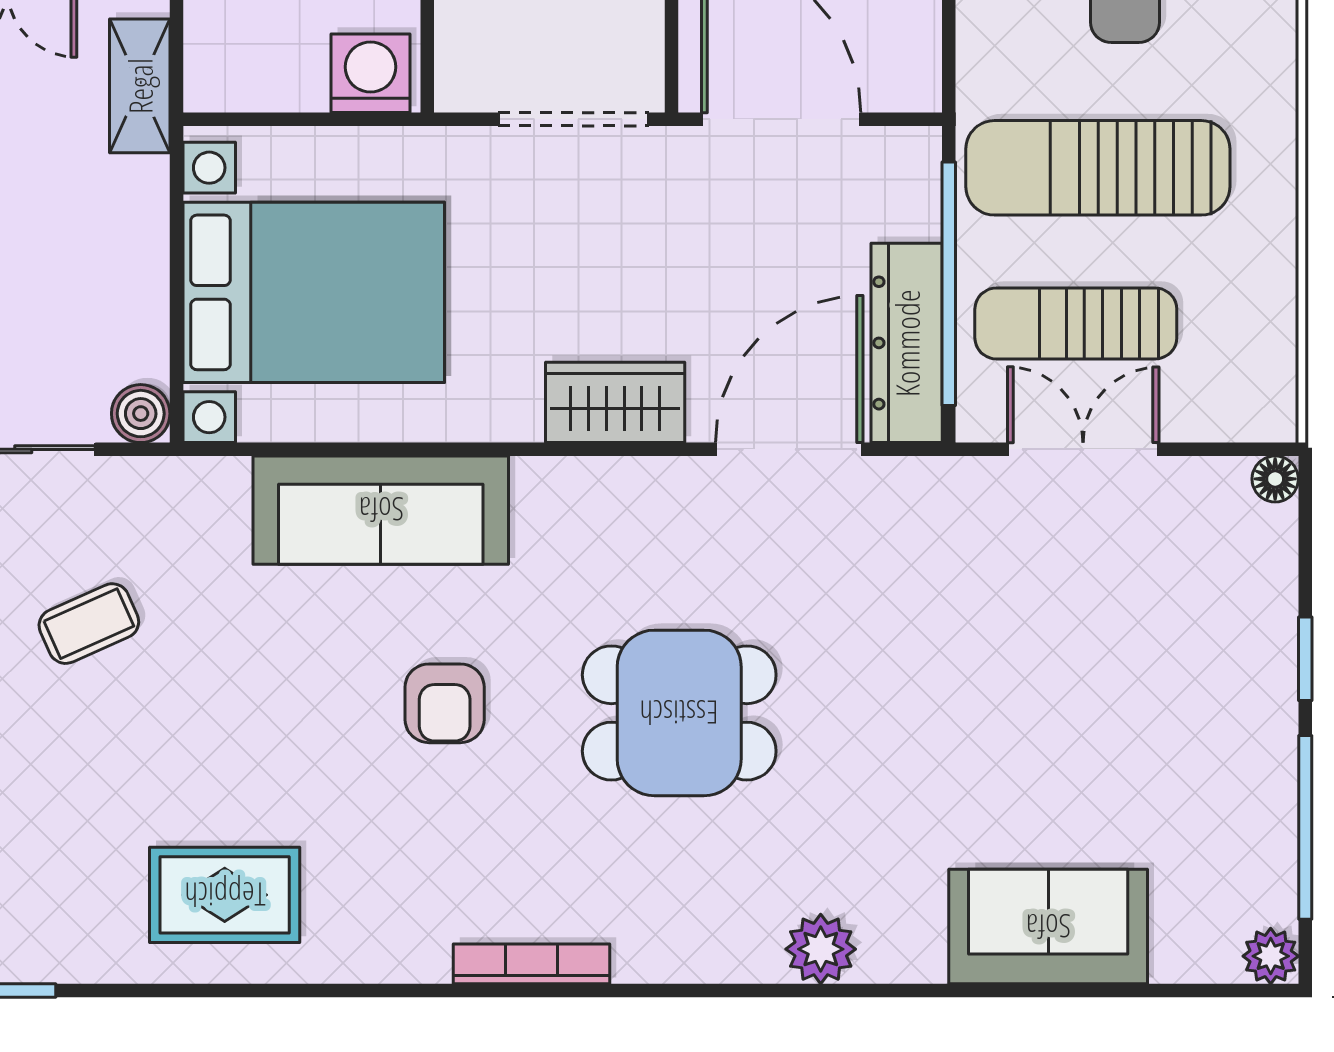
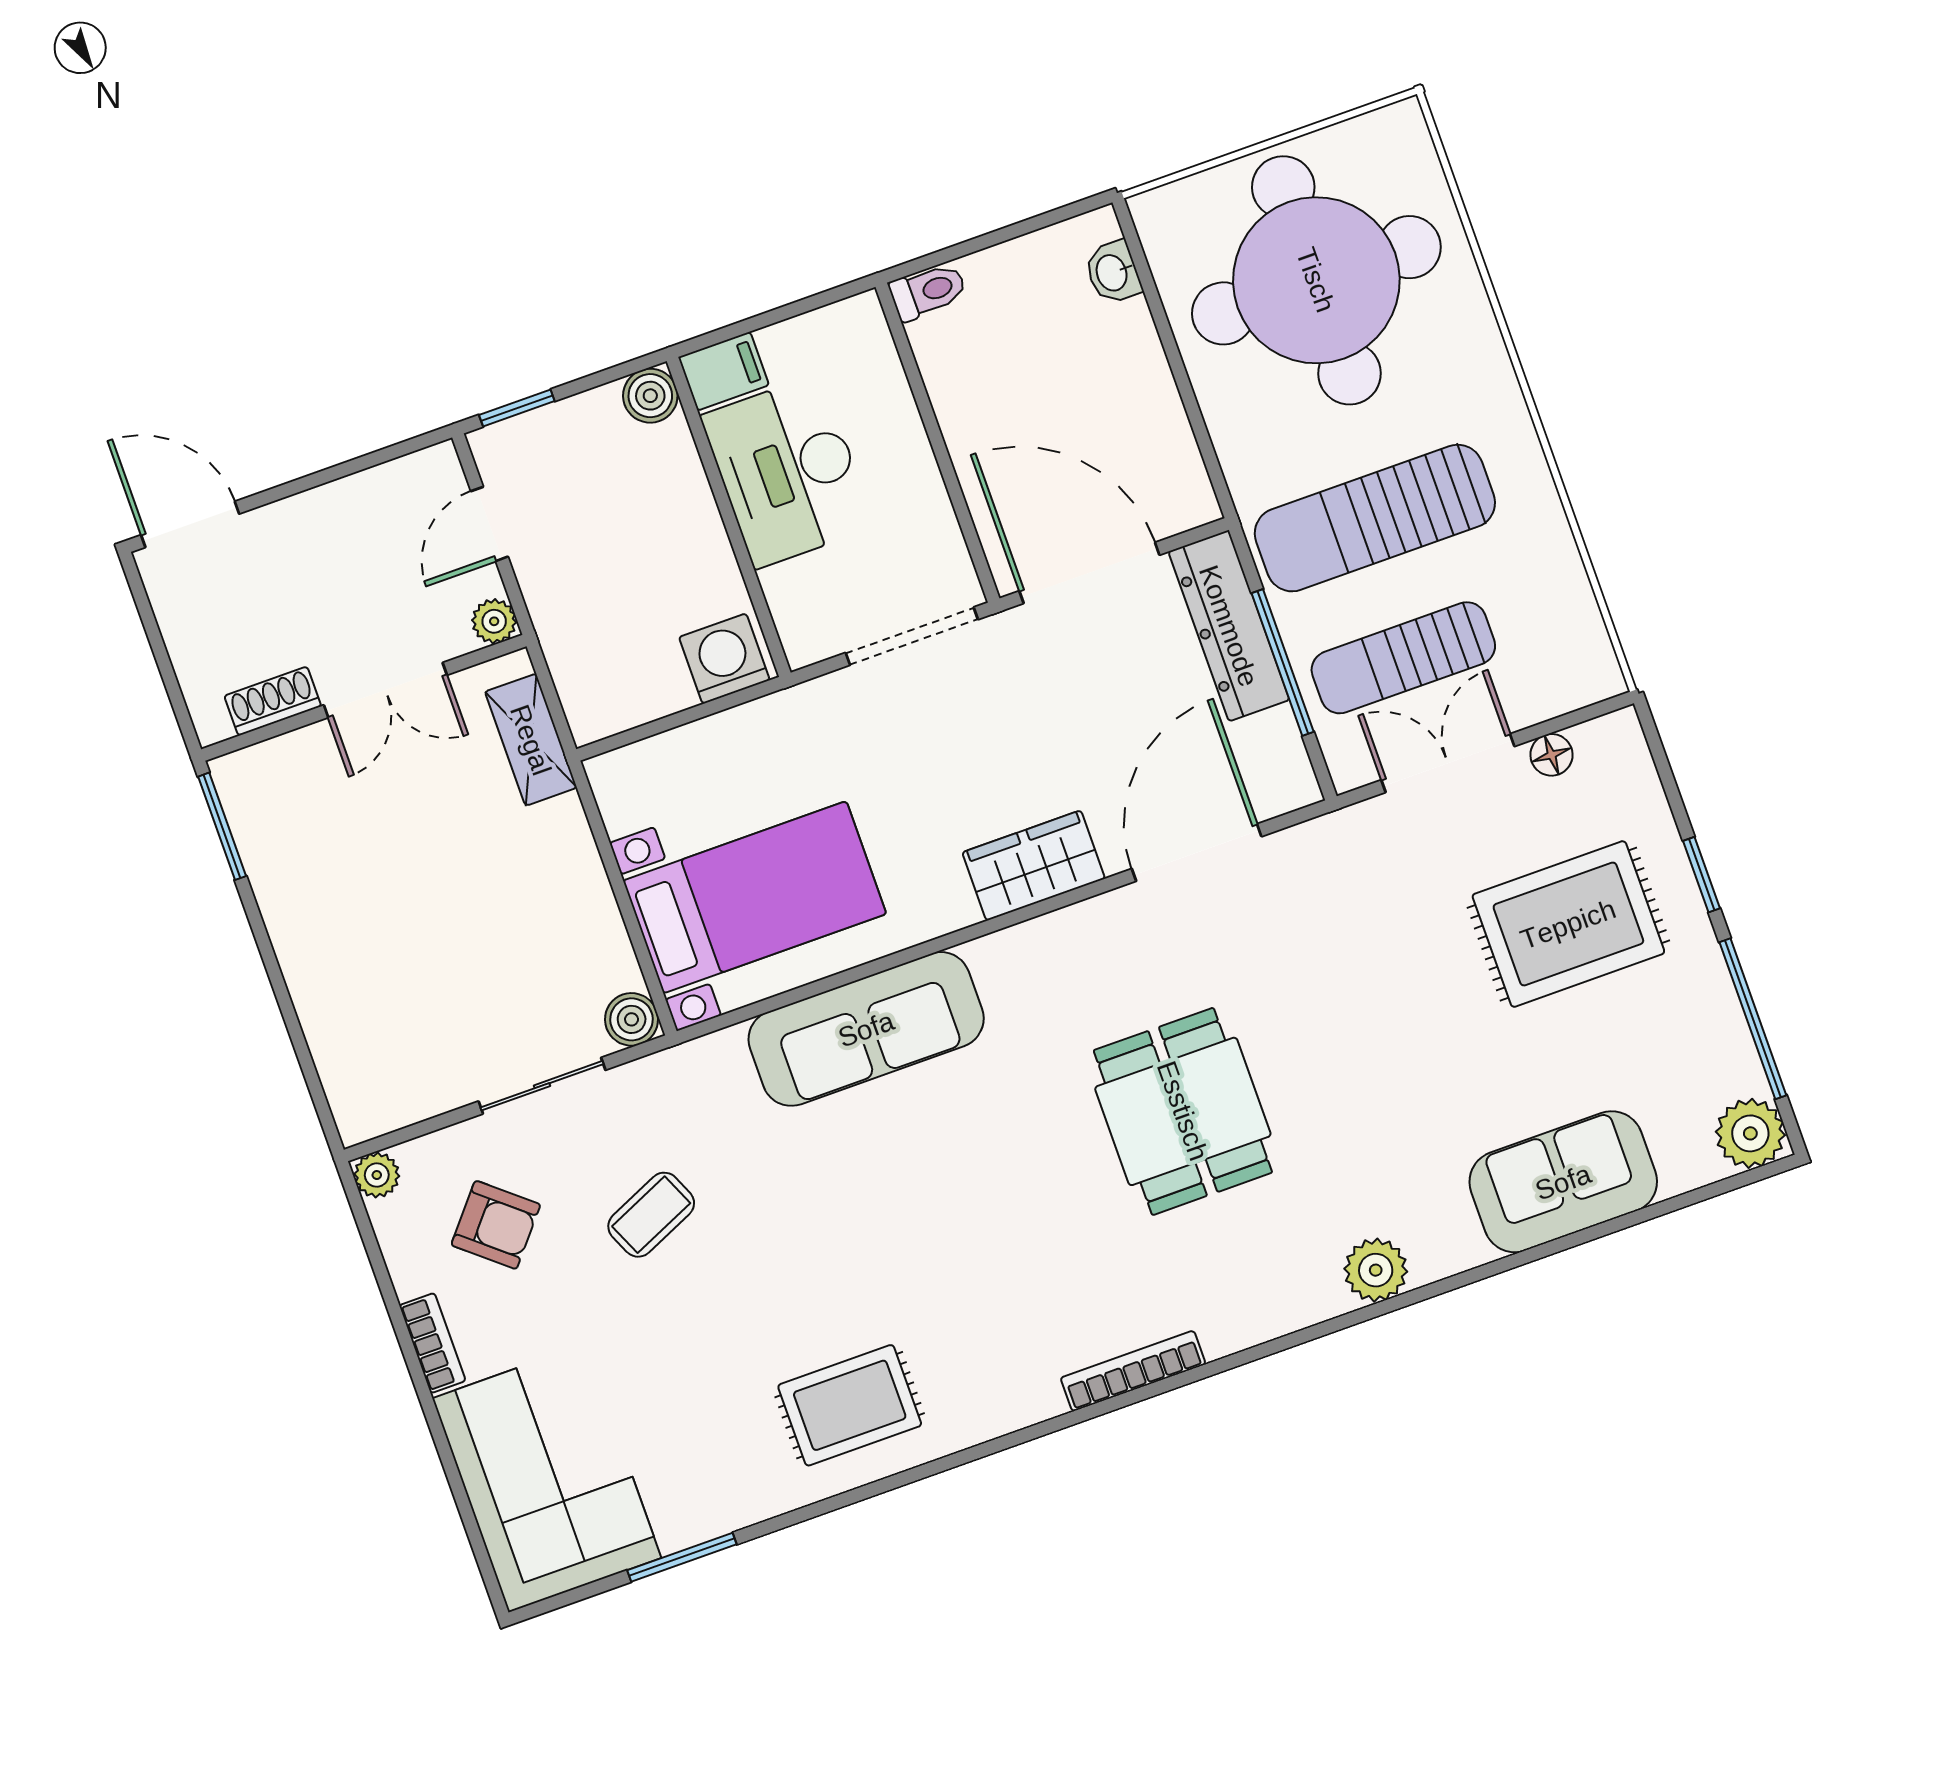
window: (949, 284) -> (1283, 663), width x0.68
bed with nightstands: (314, 292) -> (755, 897), width x0.73
dresser: (907, 343) -> (1229, 626), moved
floor lamp: (1275, 479) -> (1552, 755), moved
rug: (1149, 661) -> (1568, 924), added
armchair: (445, 703) -> (979, 1175), removed
dining table: (679, 713) -> (1183, 1111), turned 90
plant: (1271, 956) -> (1750, 1133), width x1.38, depth x1.38

